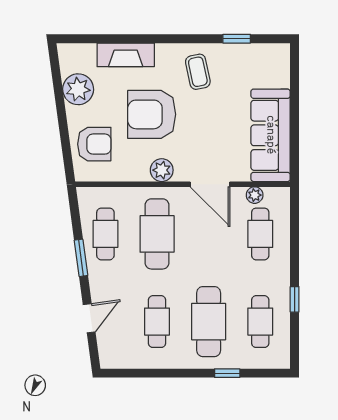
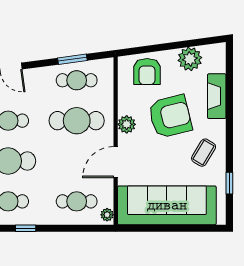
coffee table: (198, 72) -> (204, 153), turned -47
armchair: (152, 114) -> (170, 116), turned 76
sofa: (271, 135) -> (167, 205), width x1.36, depth x1.27
plant: (255, 195) -> (107, 215), moved
window: (81, 258) -> (72, 59), moved

